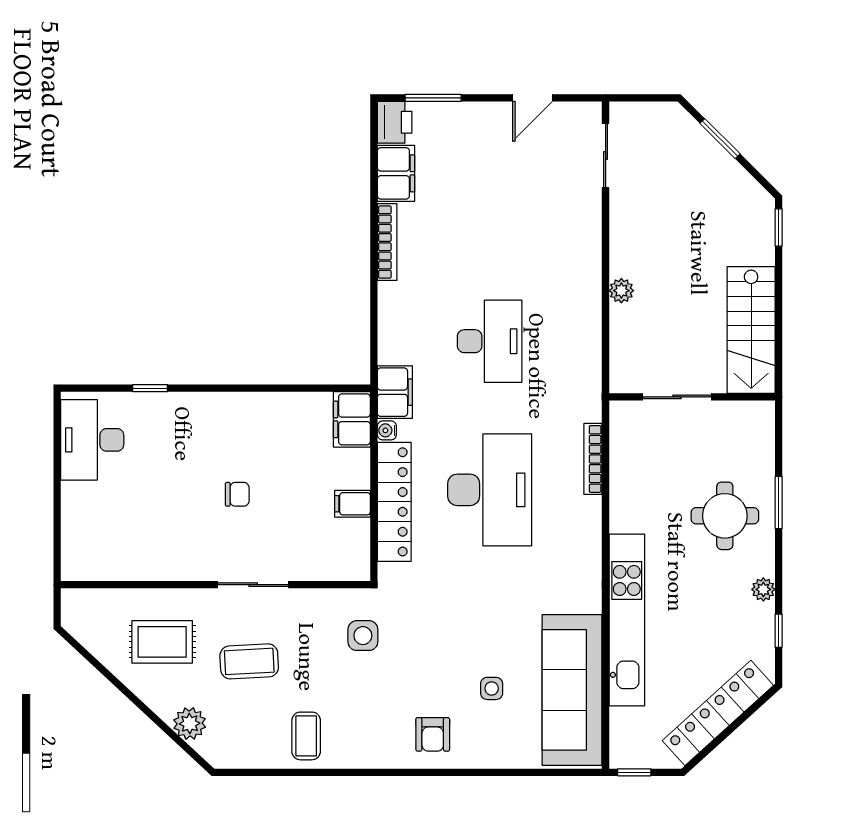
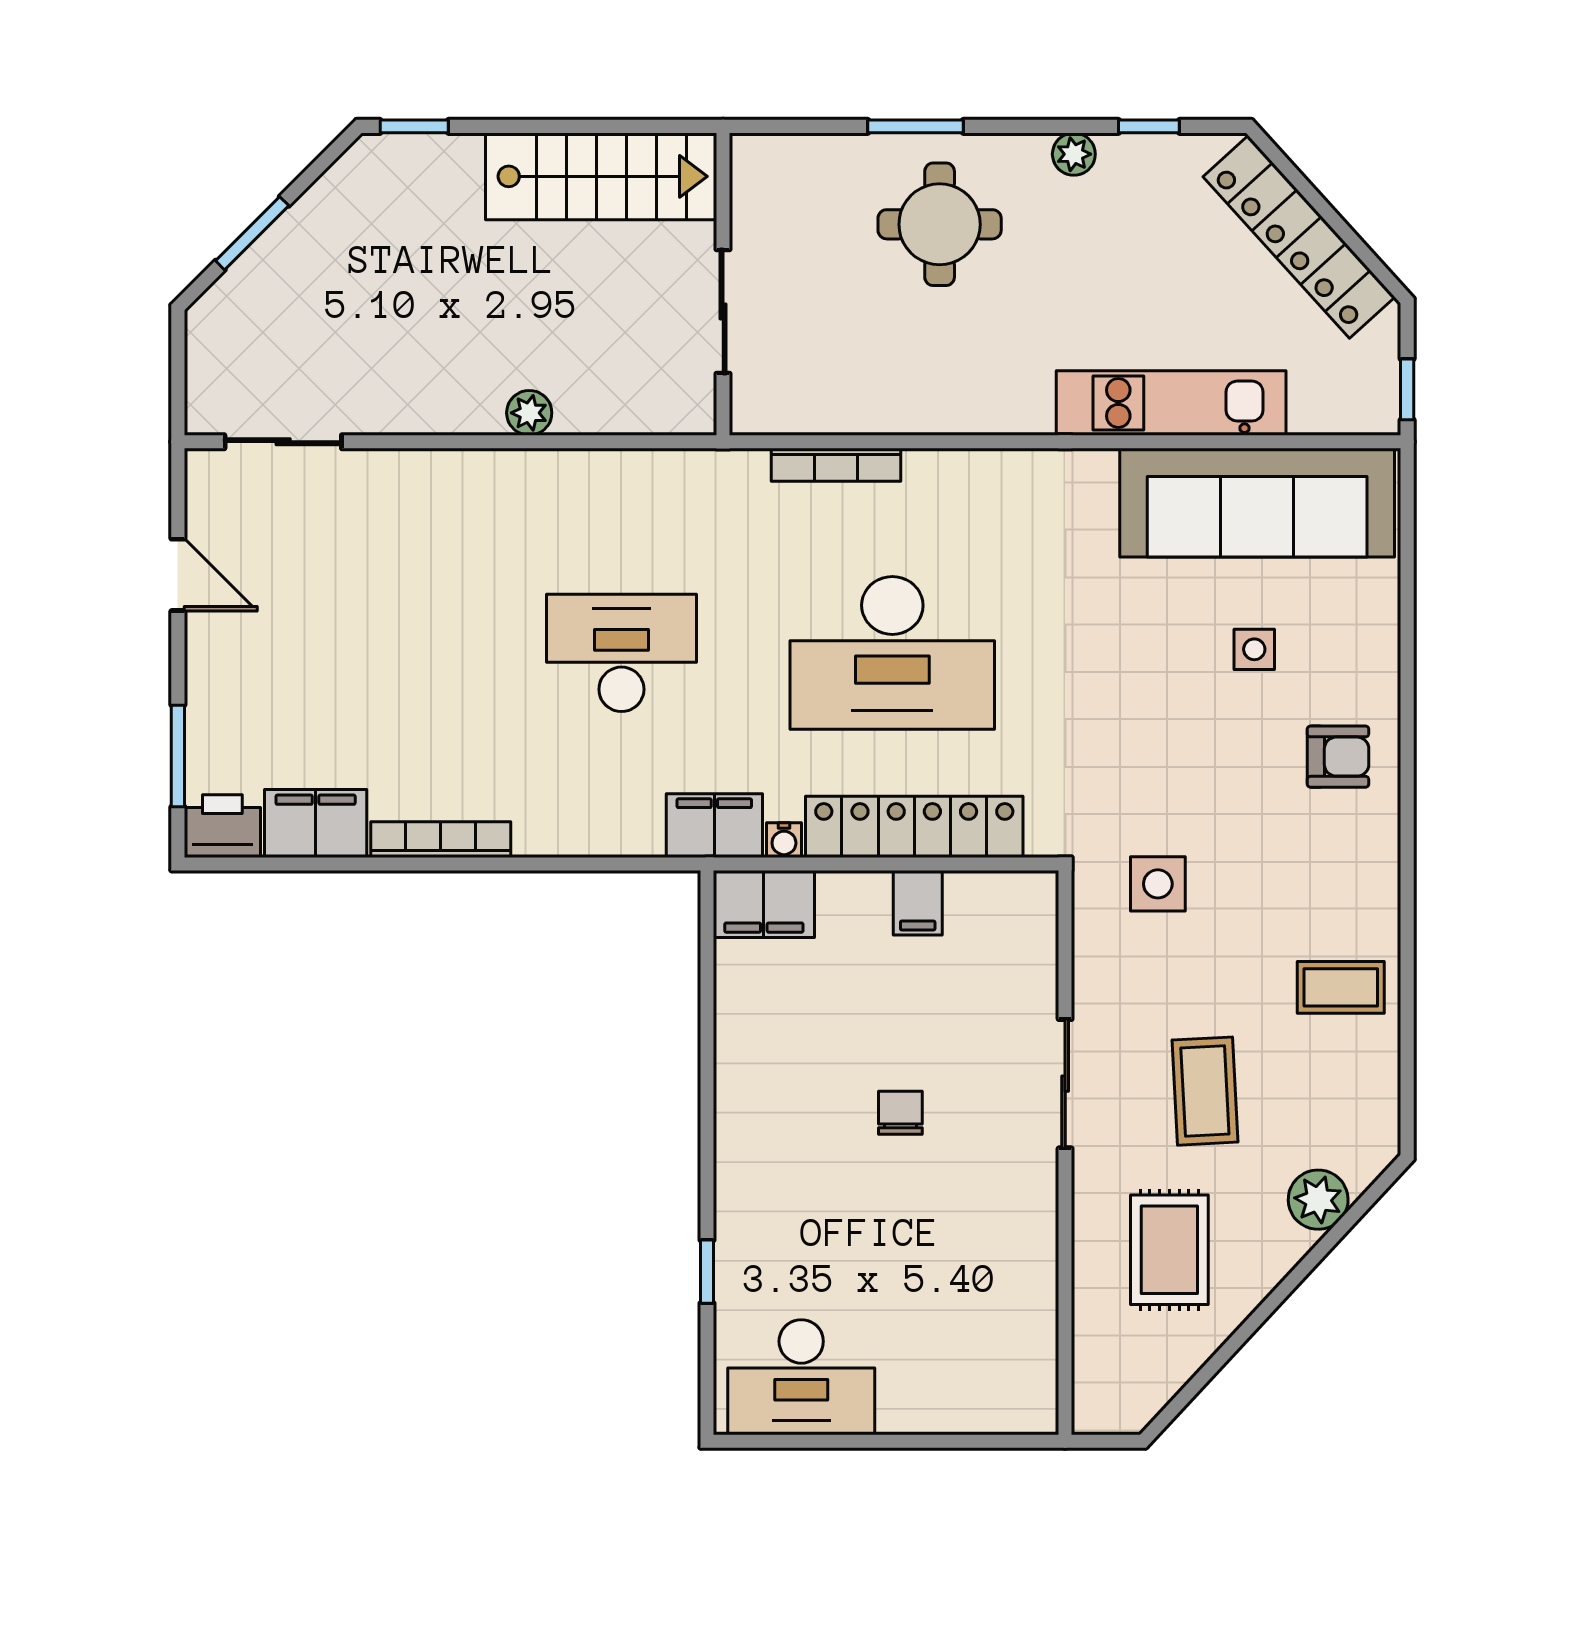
desk: (490, 490) -> (892, 653), turned 180
kitchen unit: (627, 620) -> (1171, 403), width x0.73

